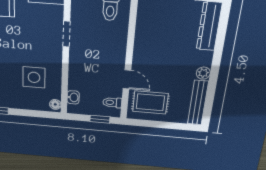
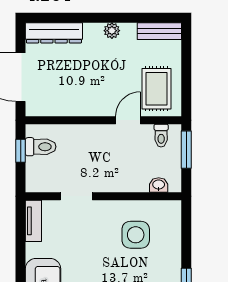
bench: (198, 103) -> (159, 31), width x0.73
floor lamp: (55, 104) -> (171, 207), removed
window: (100, 119) -> (186, 150), width x1.50

